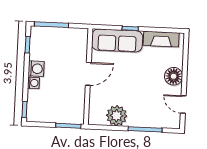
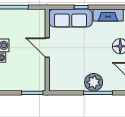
door: (88, 74) -> (47, 48), swing flipped
plant: (117, 116) -> (94, 82), moved

